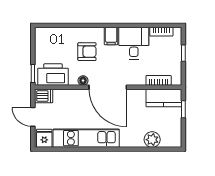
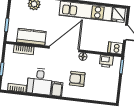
printer: (53, 75) -> (106, 61), width x0.53, depth x0.68
door: (108, 87) -> (64, 49), hinge flipped
kitchen counter: (164, 98) -> (31, 37), moved

